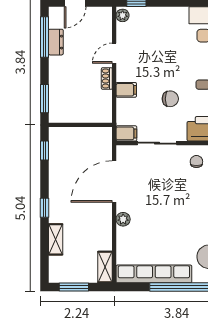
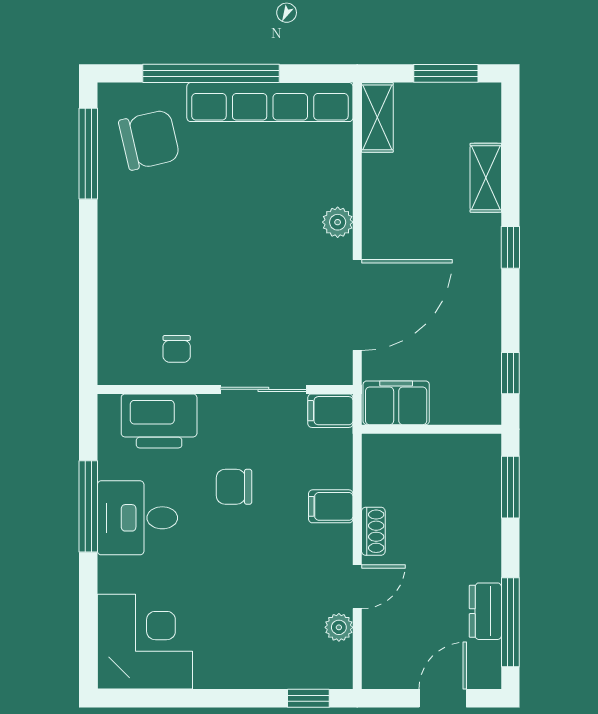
plant: (123, 15) -> (339, 627), moved
filing cabinet: (96, 137) -> (396, 403), added

